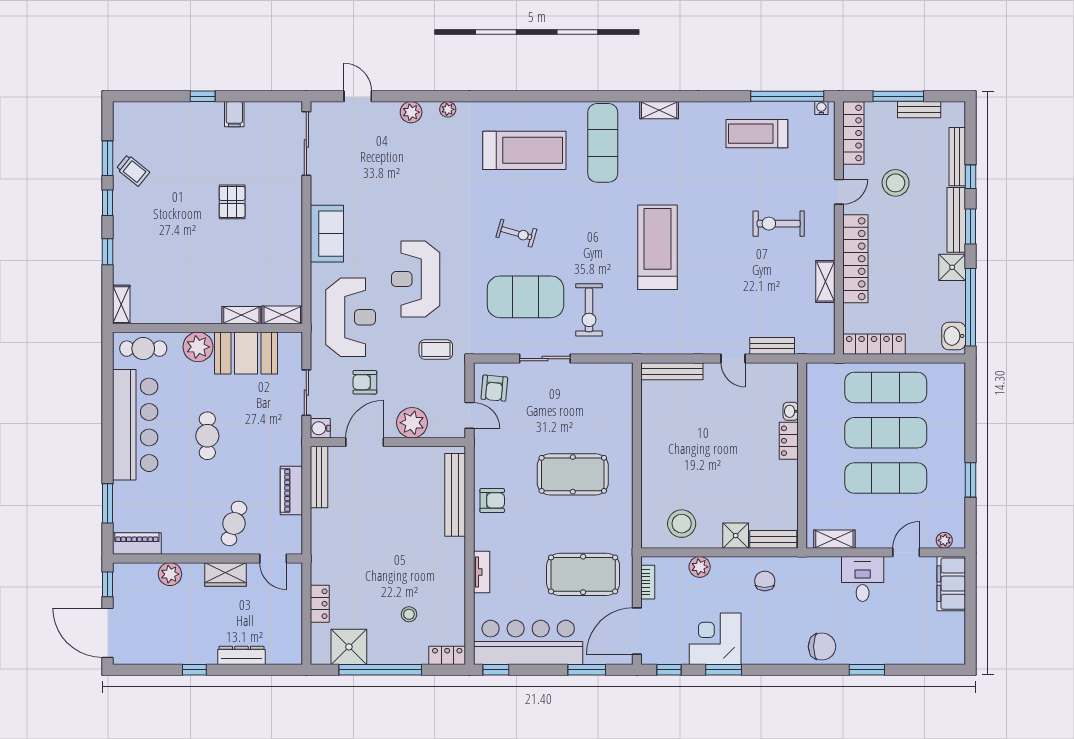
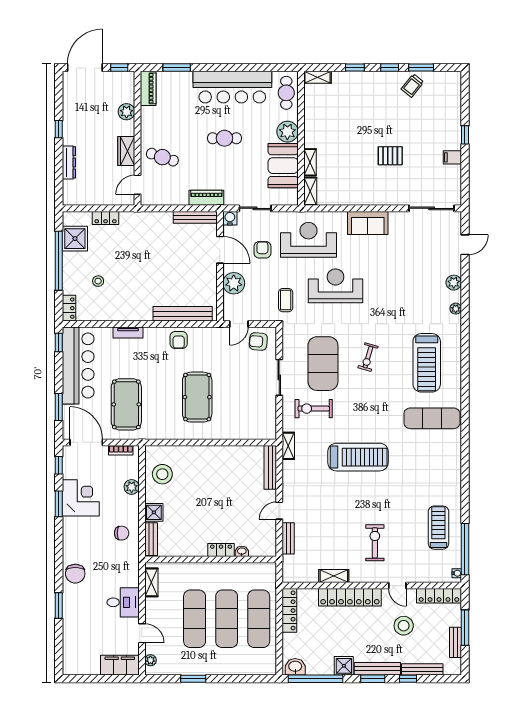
shelving: (659, 110) -> (288, 446), moved
reception desk: (351, 317) -> (308, 240), turned 180
piano: (291, 490) -> (206, 198), moved

